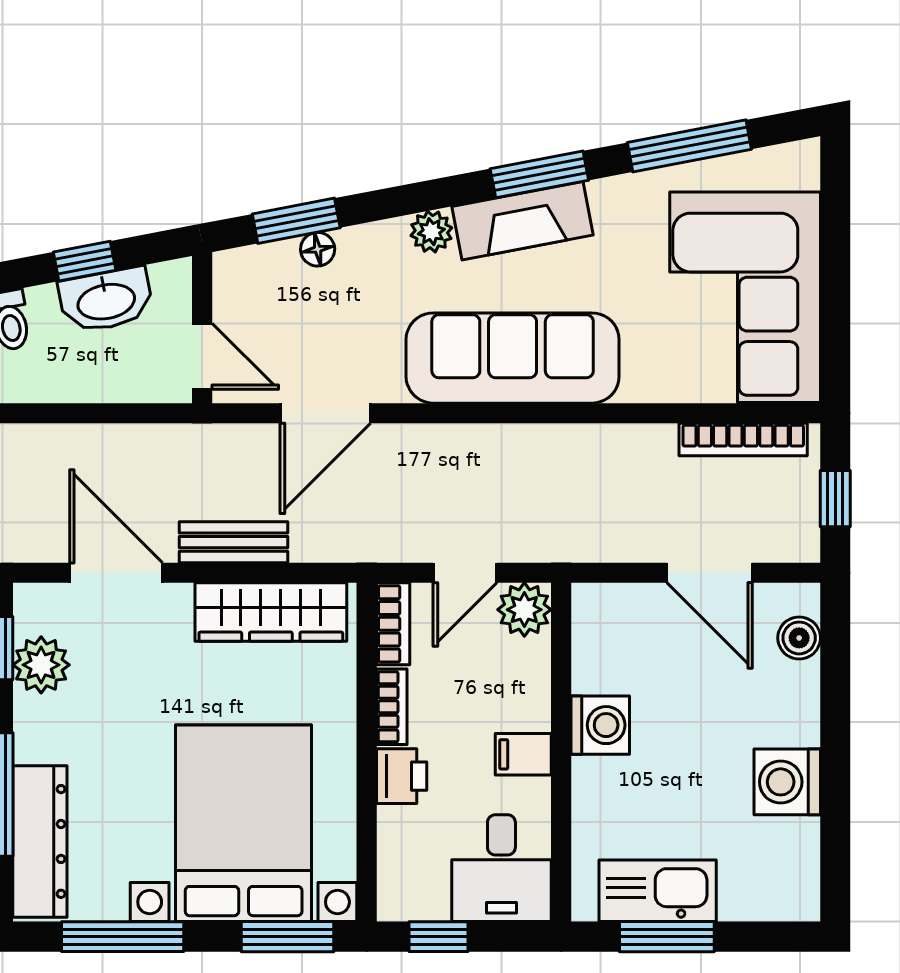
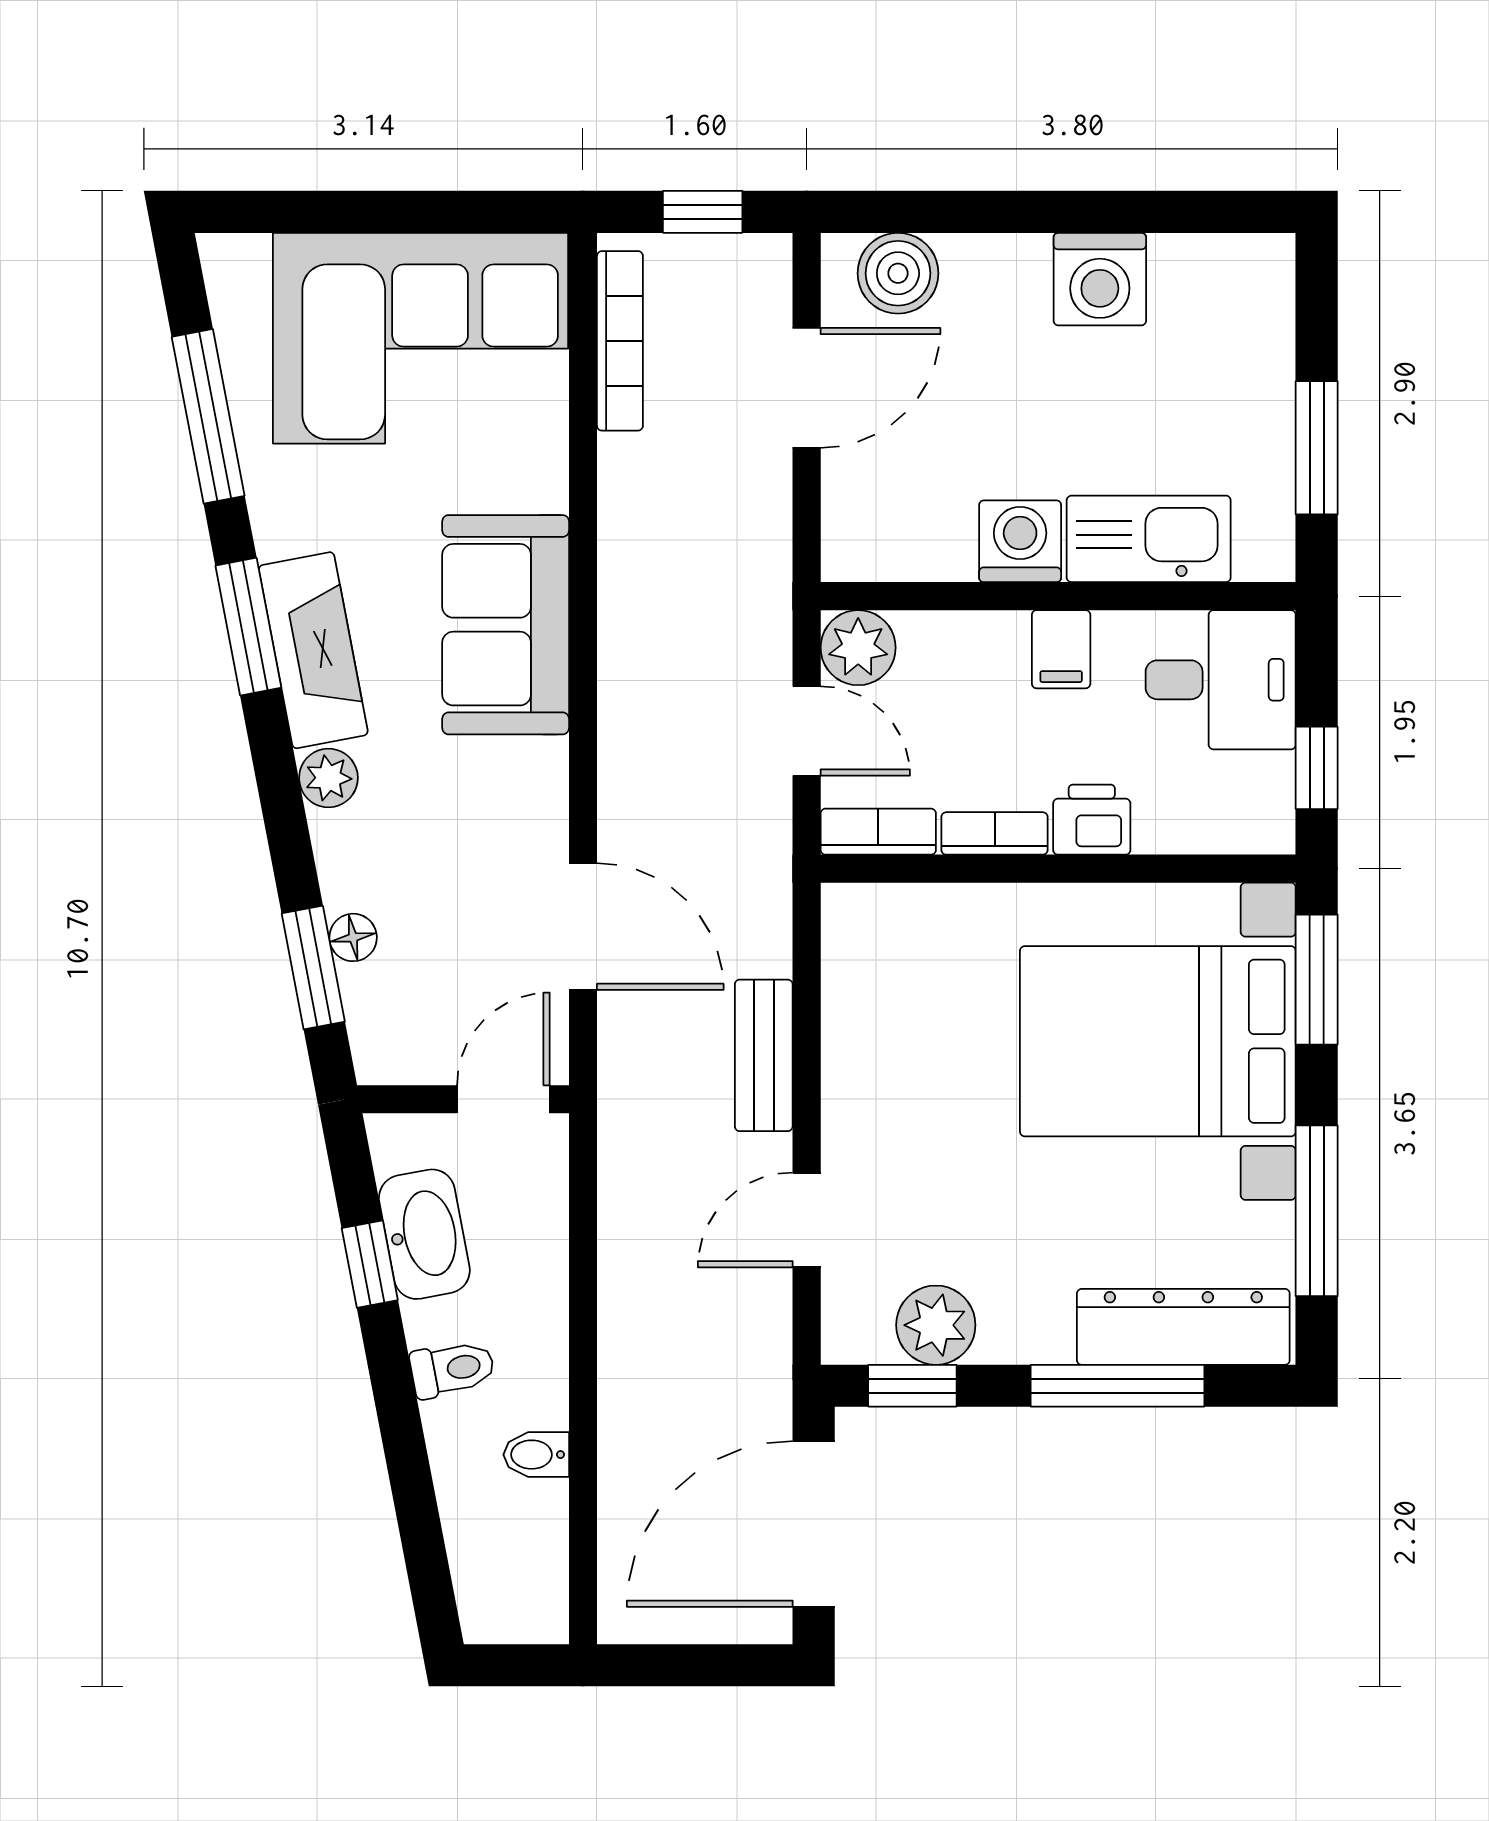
sofa: (513, 358) -> (506, 625), width x0.73
door: (116, 573) -> (807, 1220), width x0.73
wardrobe: (271, 612) -> (862, 1003), removed
boiler: (799, 638) -> (898, 273), width x1.36, depth x1.36
kitchen sink: (658, 891) -> (1149, 539), moved, turned 90

